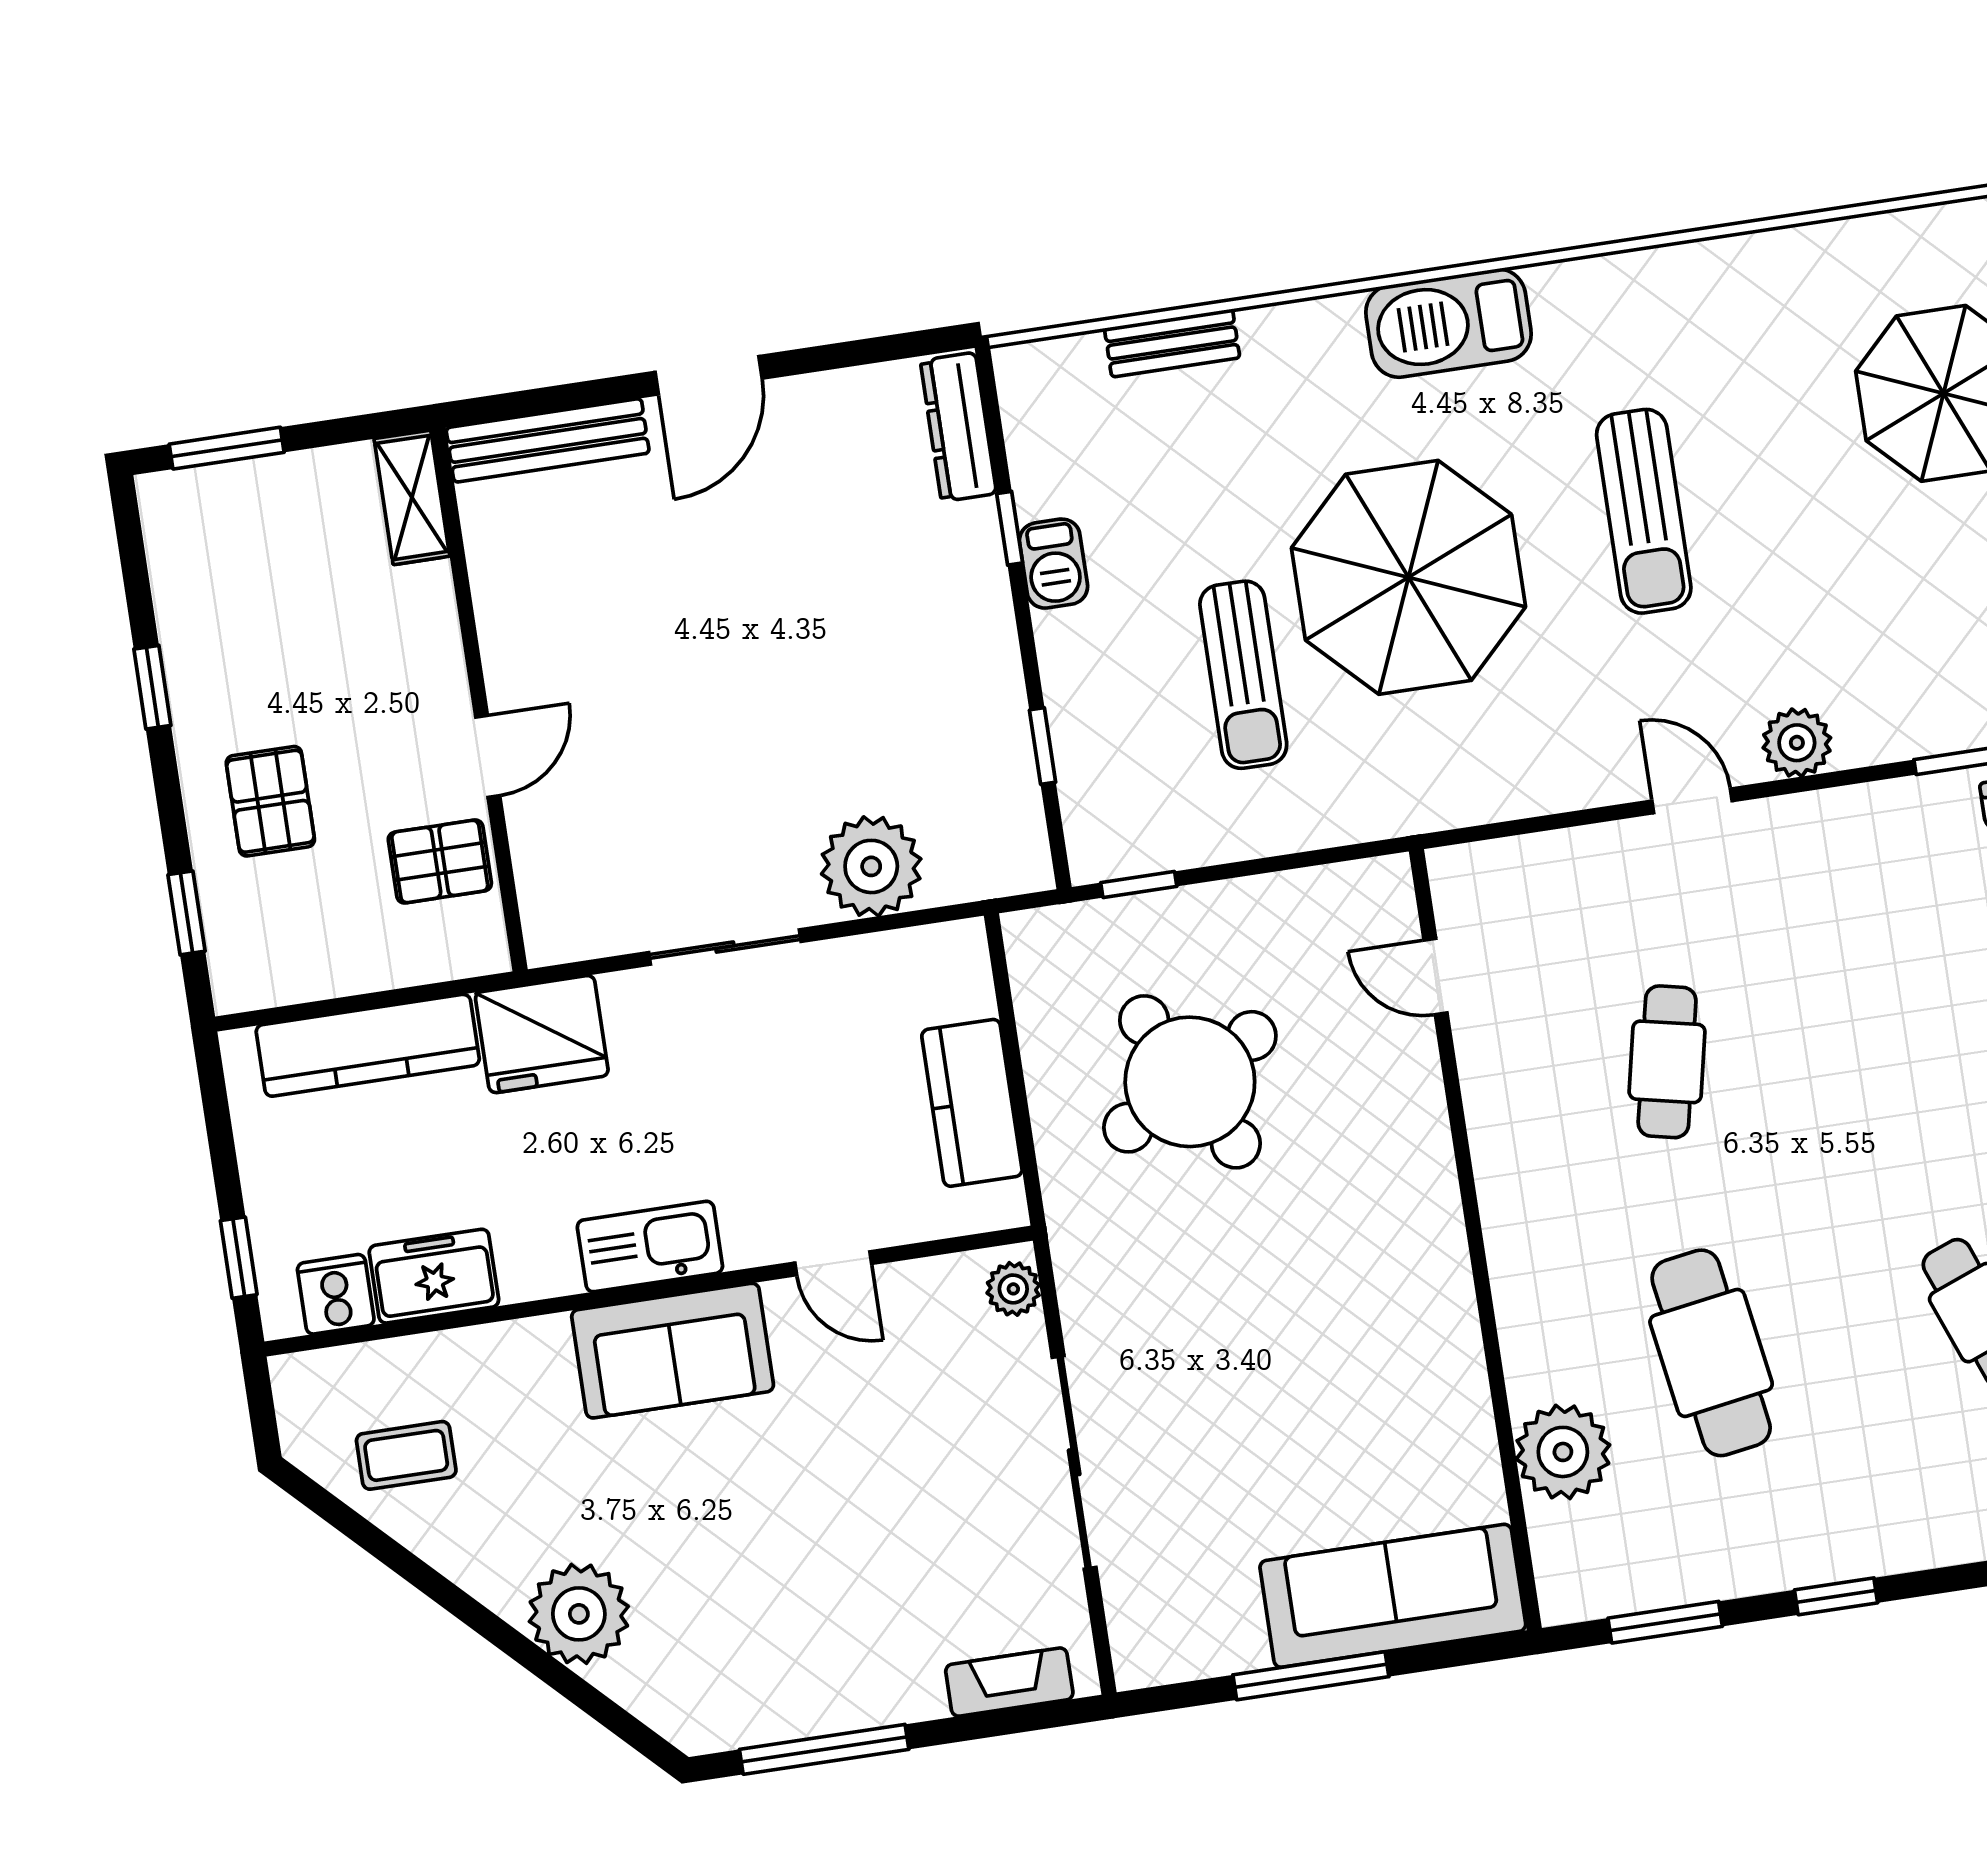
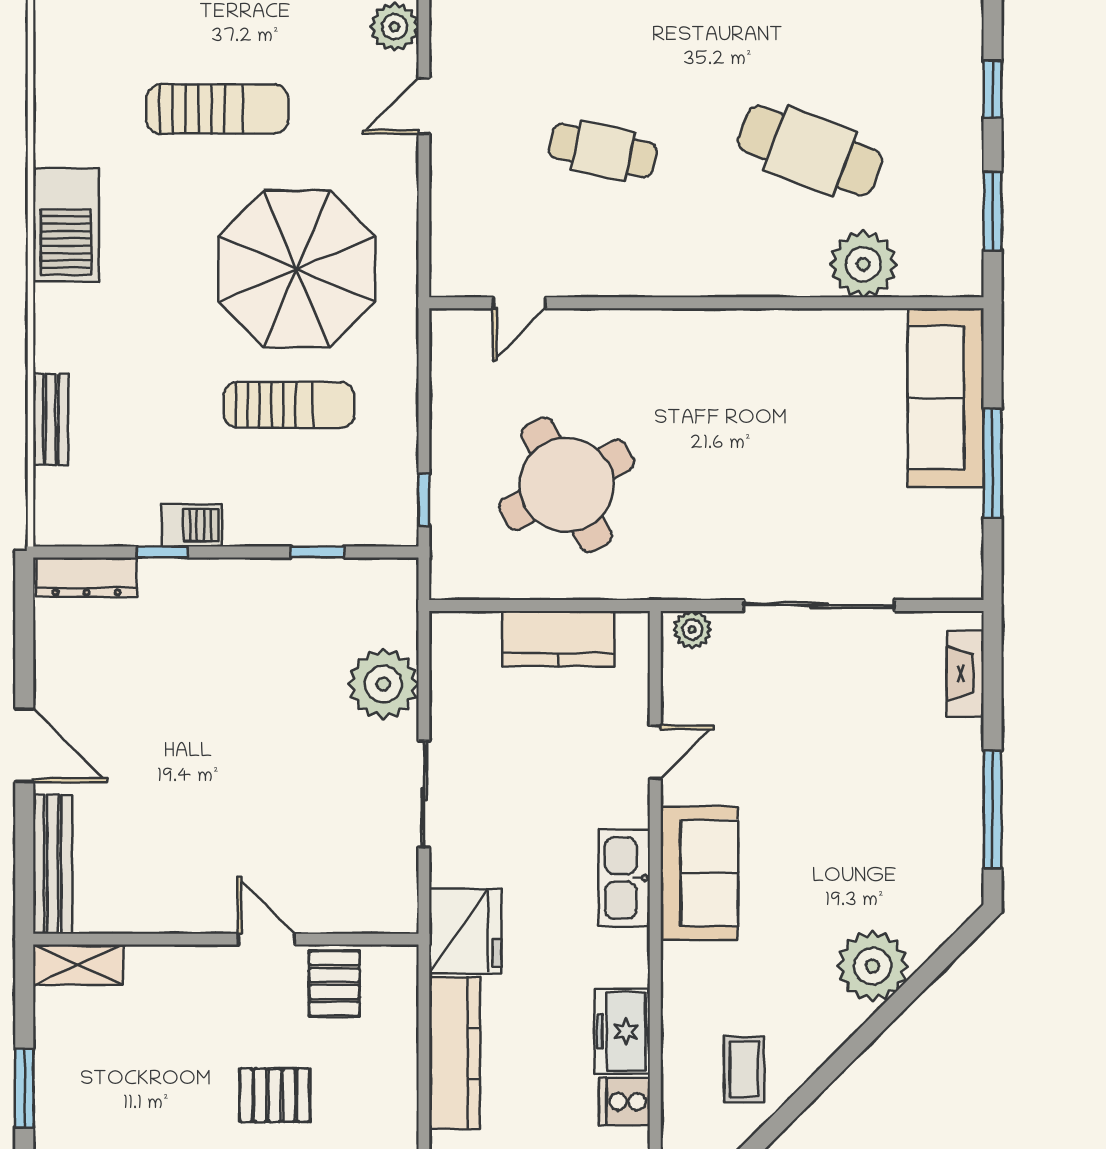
parasol: (1408, 577) -> (297, 269), moved
cafe table: (1711, 1353) -> (810, 151), turned 30

